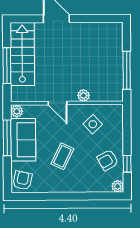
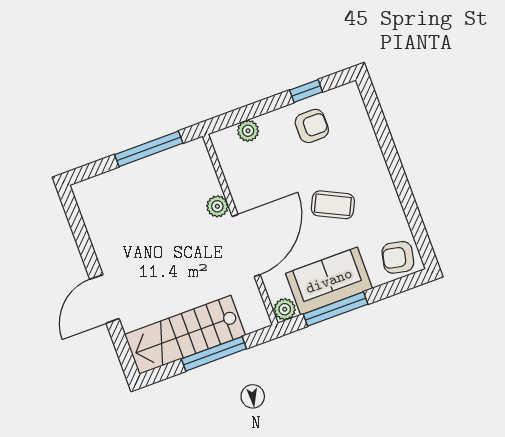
door: (58, 103) -> (246, 245), width x1.87
side table: (93, 124) -> (260, 173), removed
armchair: (108, 160) -> (312, 126), turned -61
plant: (118, 186) -> (248, 131), moved

